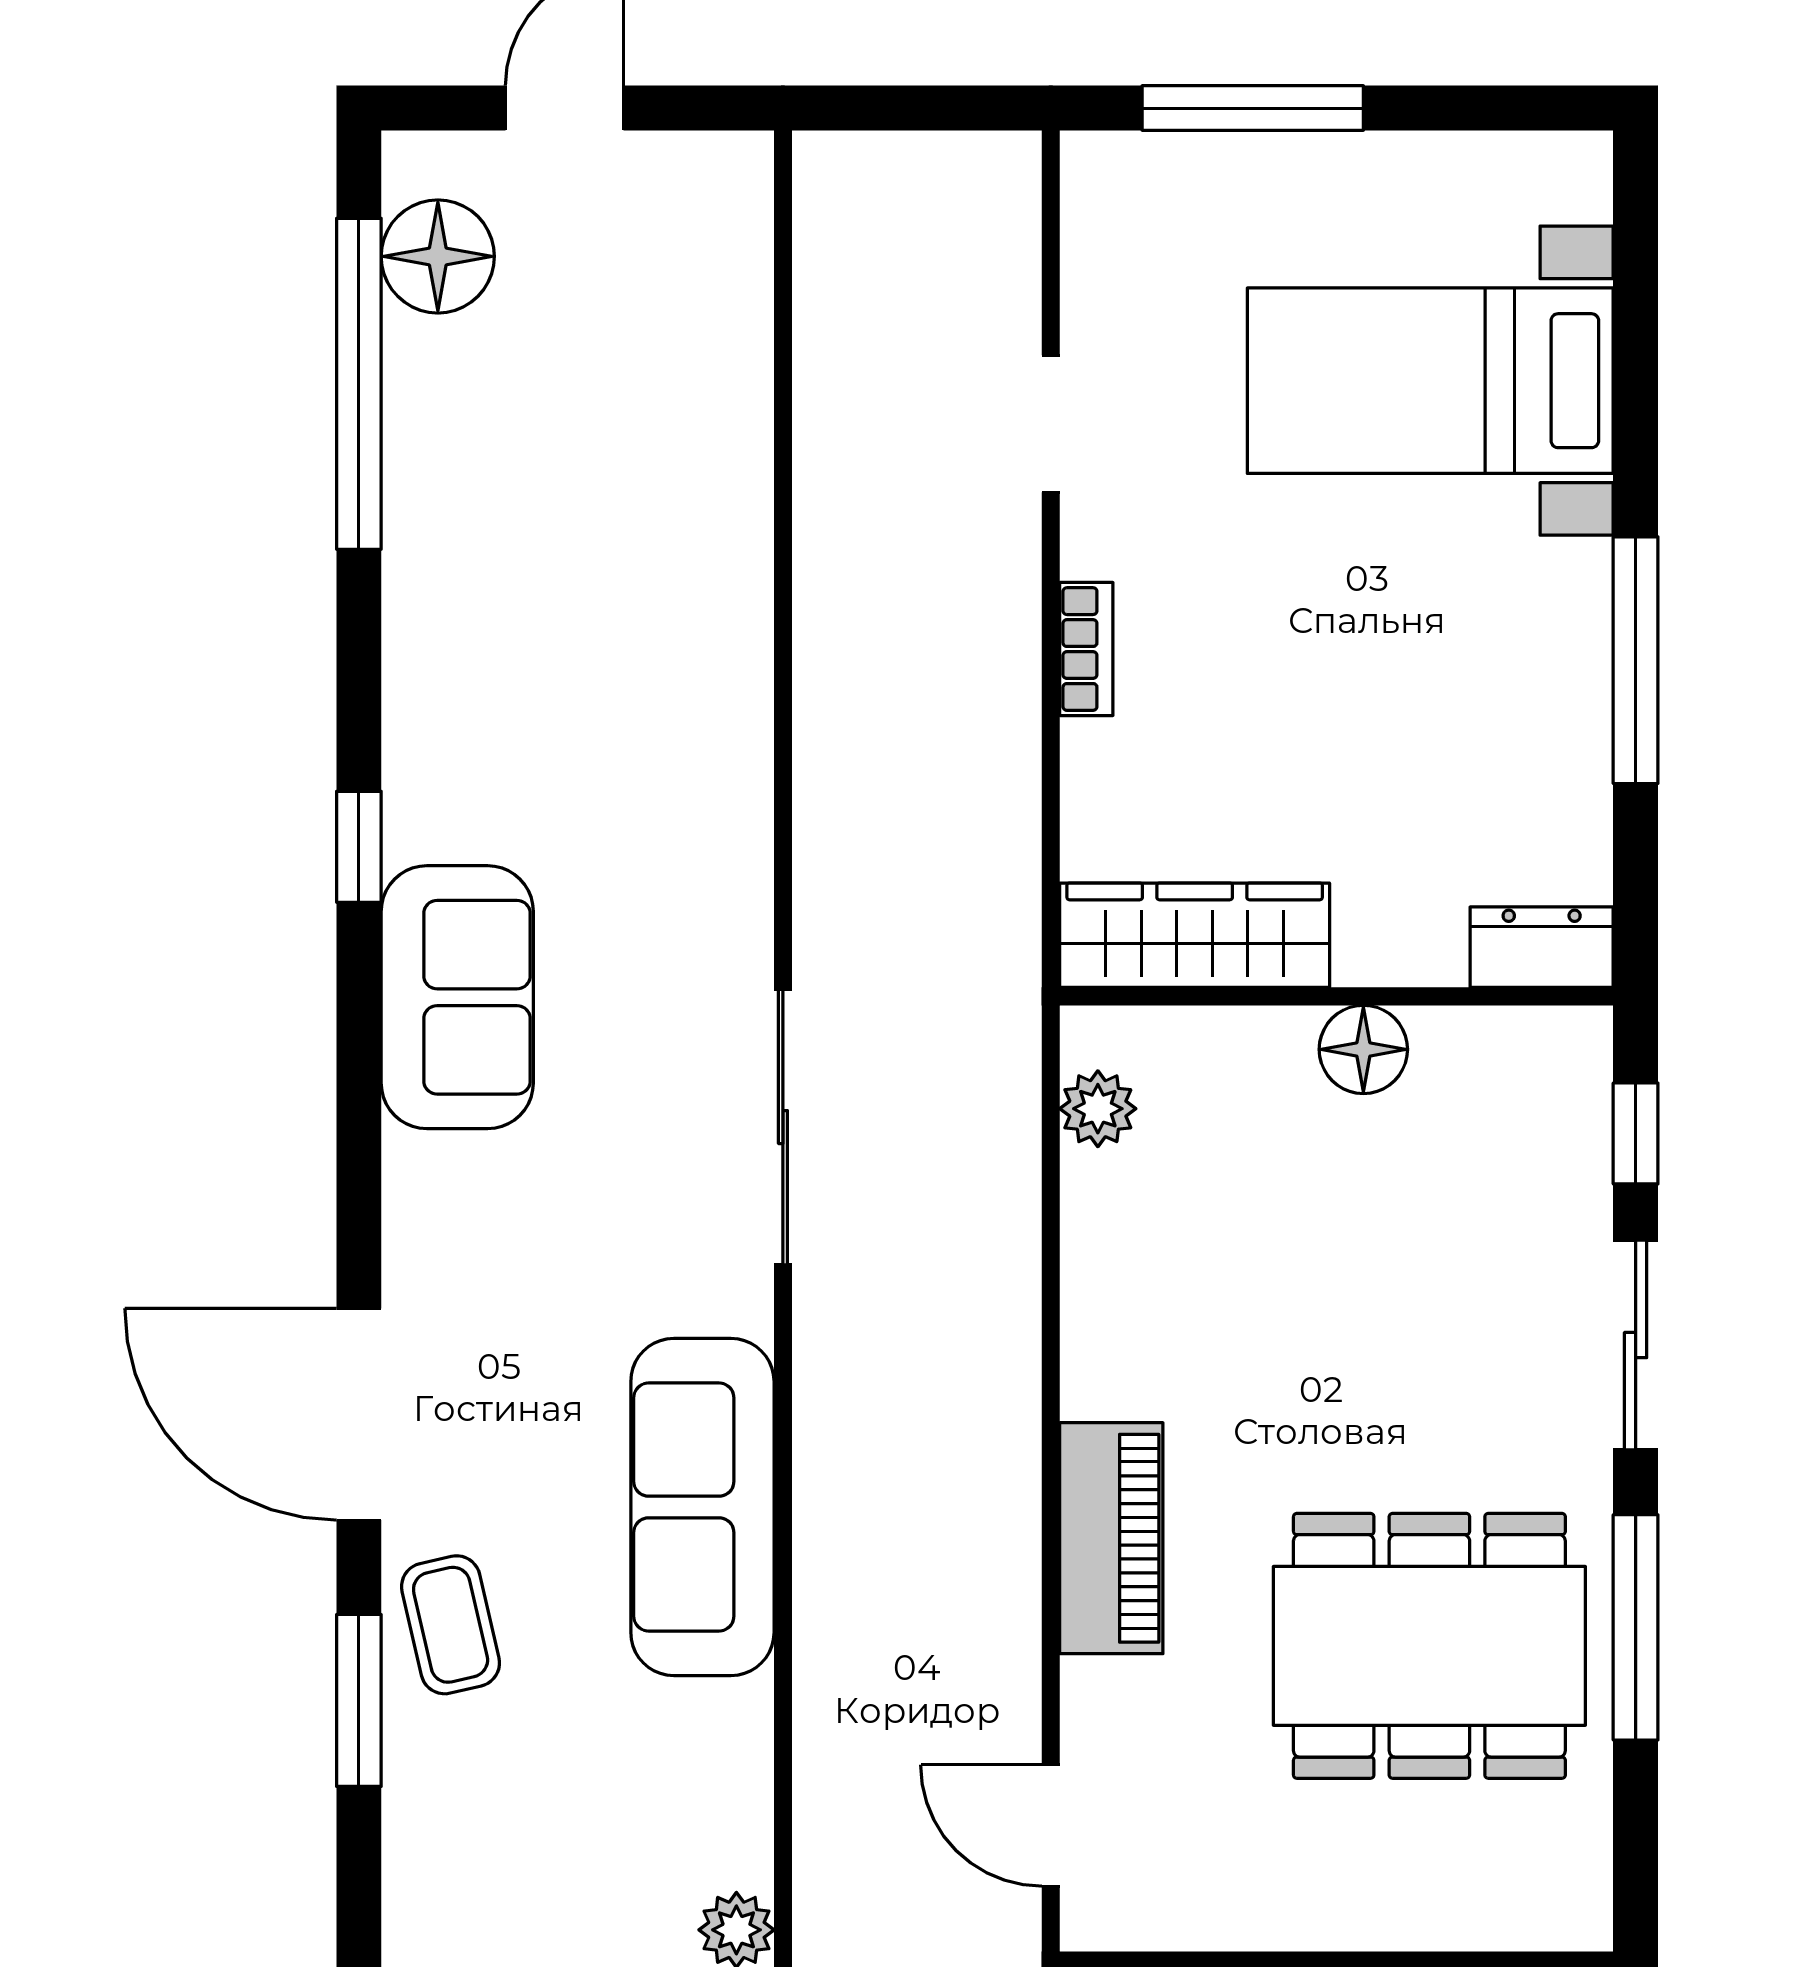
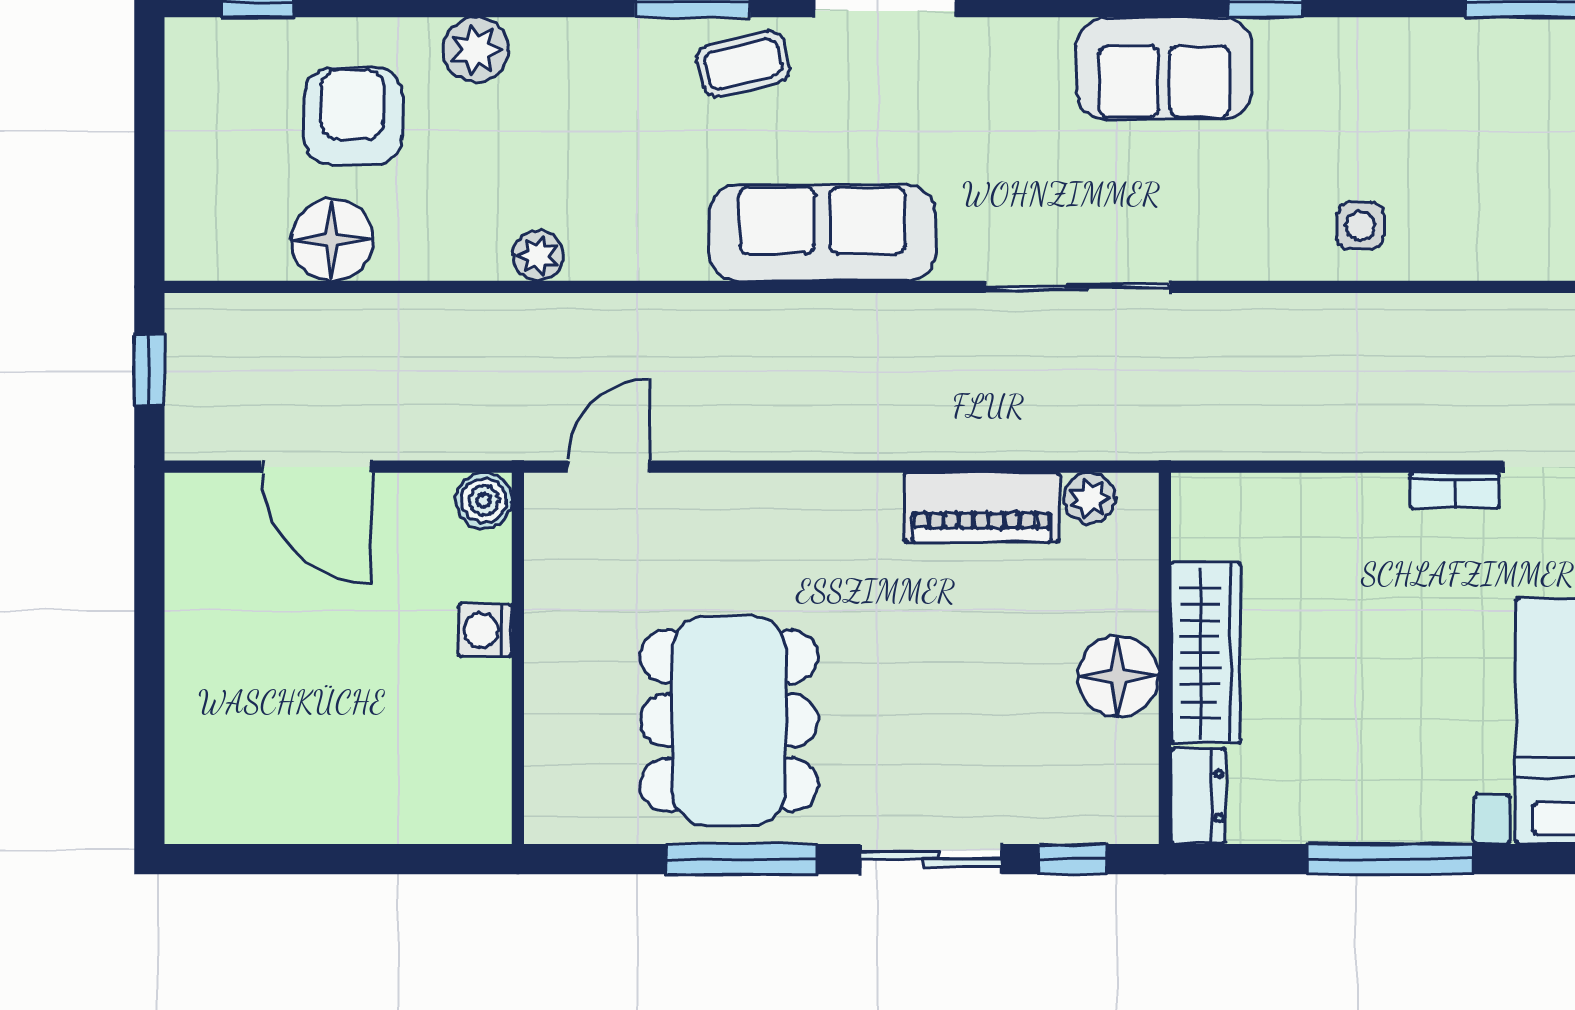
bookcase: (1086, 649) -> (1455, 490), moved
side table: (692, 705) -> (1360, 226), added
wardrobe: (1195, 935) -> (1206, 653), moved
floor lamp: (1363, 1049) -> (1118, 676), width x1.38, depth x1.38
piano: (1111, 1538) -> (982, 507), moved

